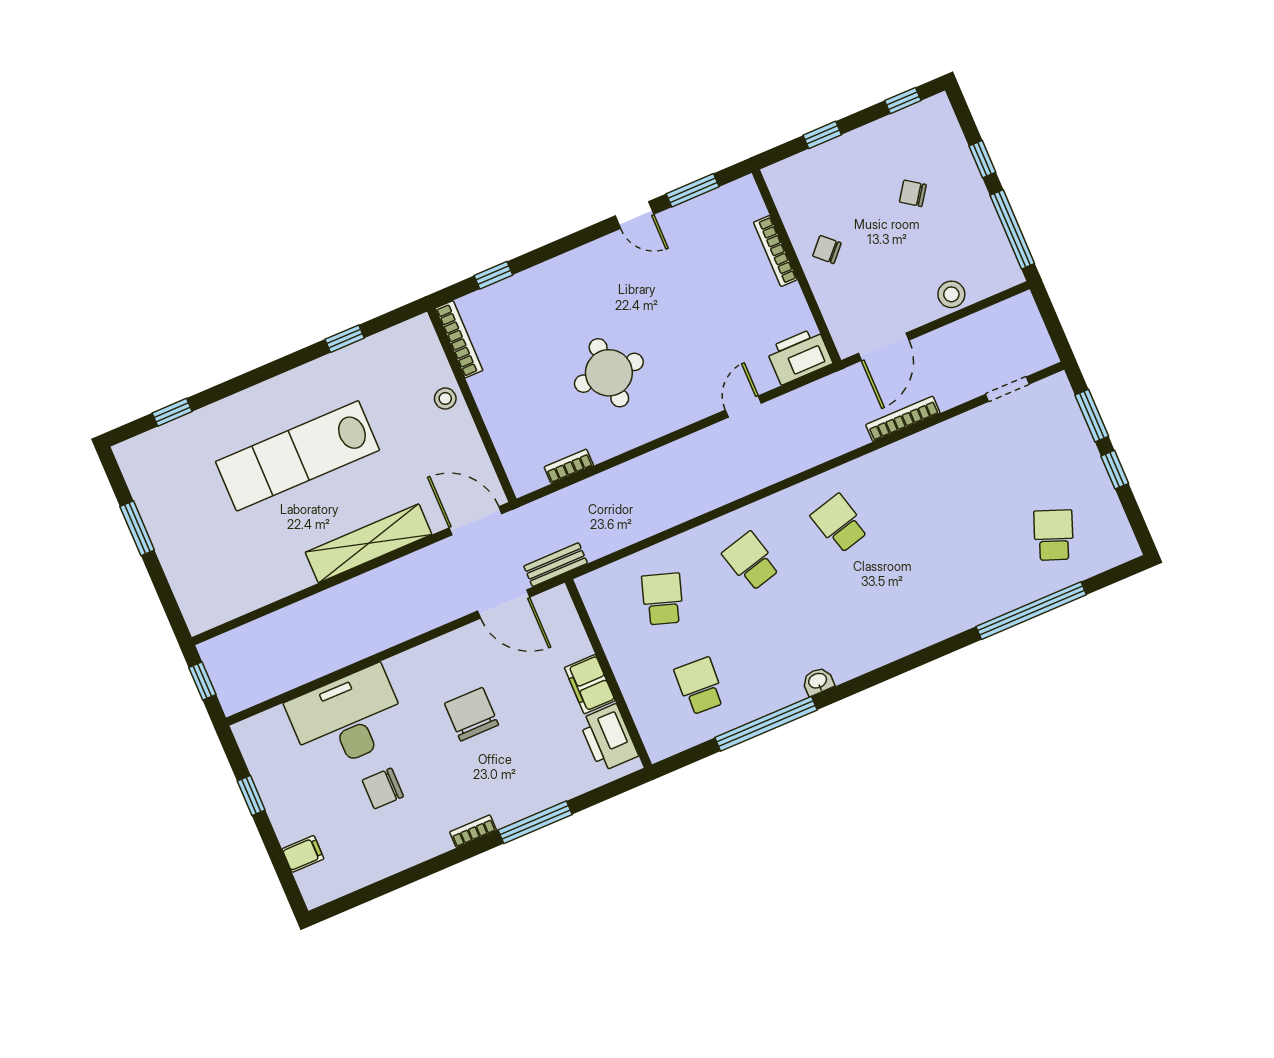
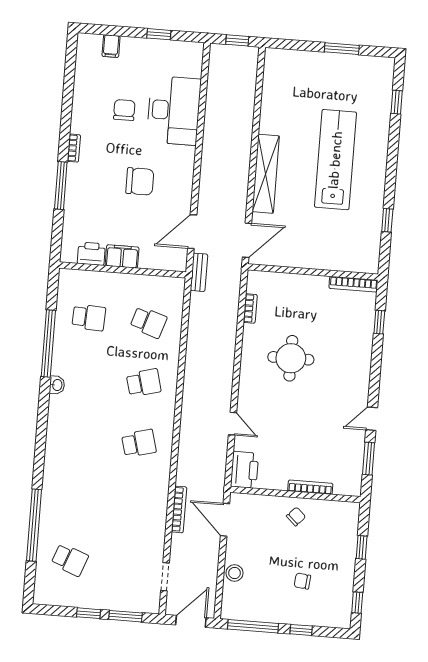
chair: (913, 193) -> (302, 581), turned -119
door: (1051, 320) -> (191, 621), added
stool: (445, 398) -> (324, 259), removed
printer: (609, 738) -> (91, 254), width x0.73, depth x0.84

